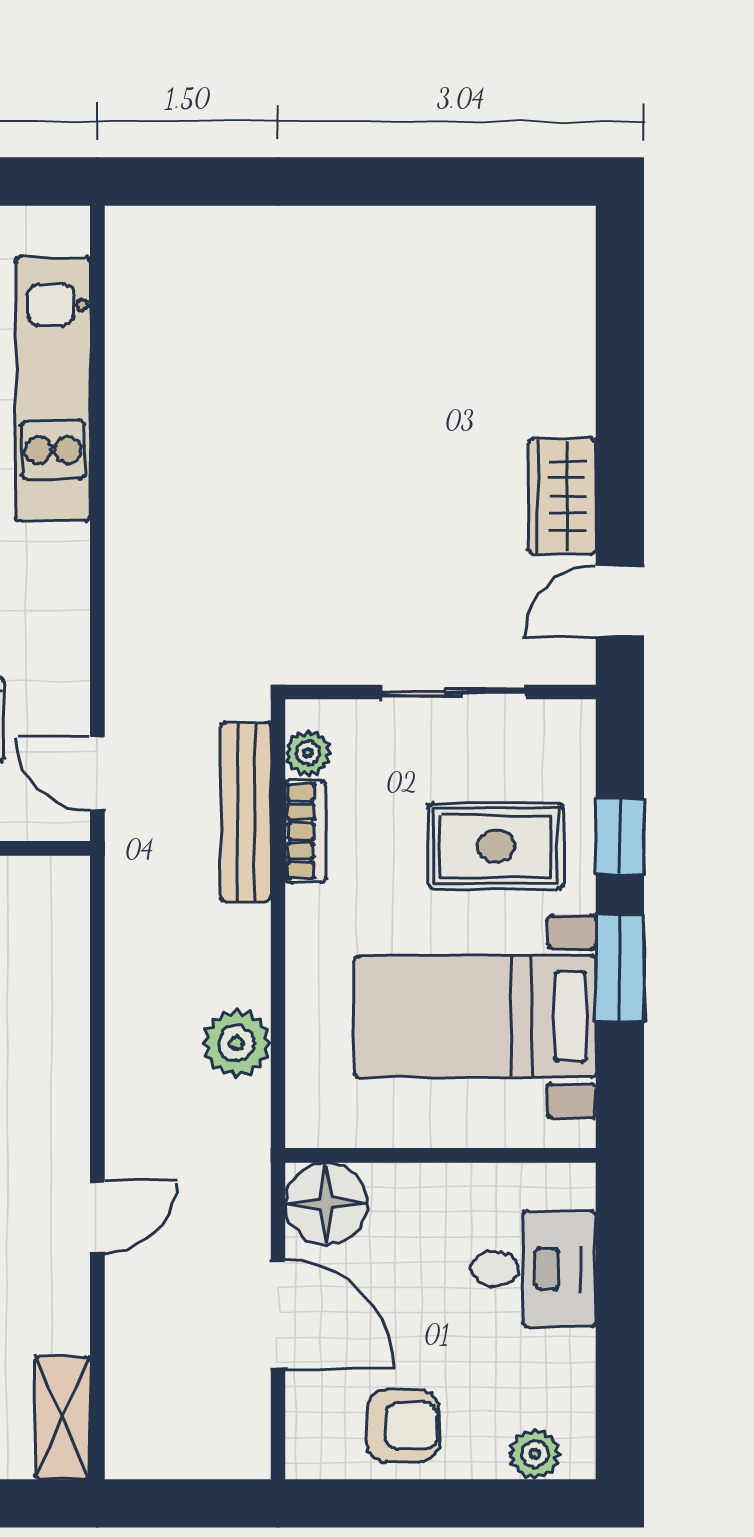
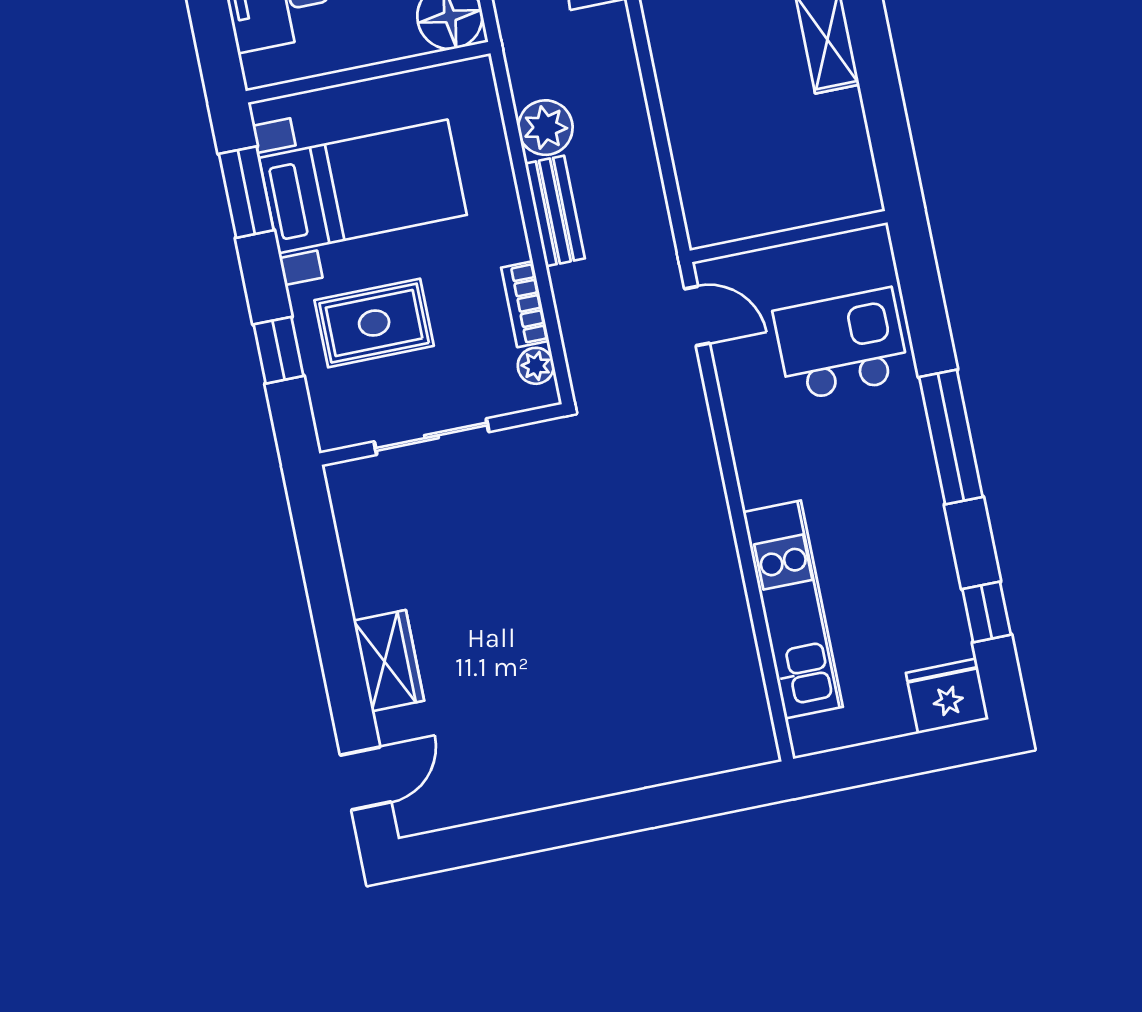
wardrobe: (562, 496) -> (389, 661), moved
door: (620, 601) -> (366, 778), moved
bench: (246, 812) -> (555, 211), moved, width x0.73
window: (620, 968) -> (246, 192), moved

